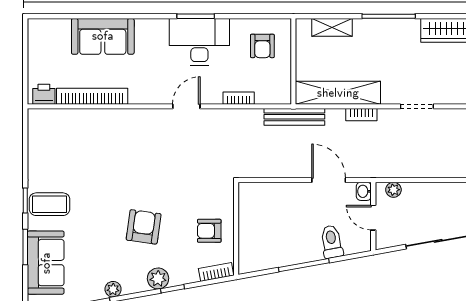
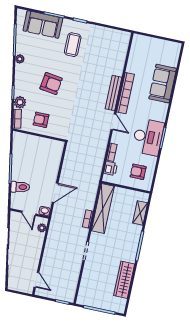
printer: (44, 94) -> (111, 168), moved
bookcase: (92, 96) -> (126, 93), moved
bench: (294, 117) -> (113, 93), moved
coffee table: (50, 204) -> (73, 45), moved
door: (373, 218) -> (29, 213), swing flipped
armchair: (209, 231) -> (41, 120), turned -90
plant: (158, 278) -> (20, 102), moved

